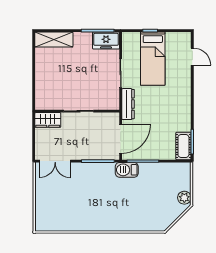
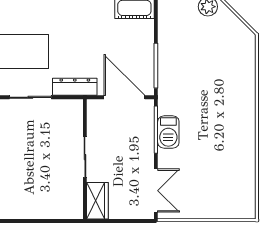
barbecue: (127, 170) -> (168, 132), moved

